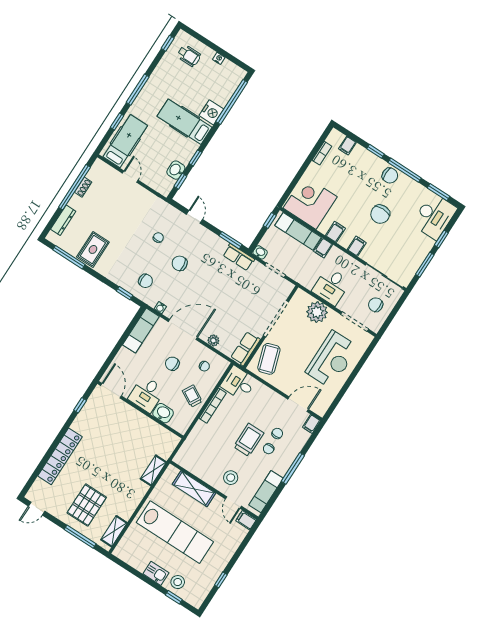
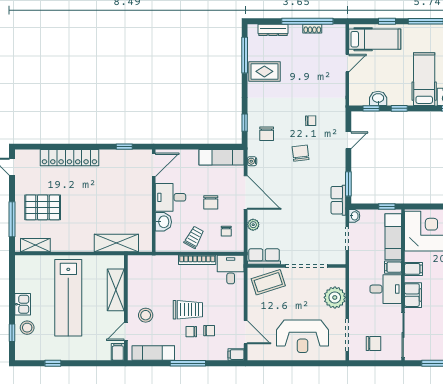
filing cabinet: (357, 246) -> (413, 295), width x2.00
desk: (331, 286) -> (386, 289), moved, turned 180
chair: (376, 305) -> (373, 344), turned 89
chair: (172, 364) -> (211, 202), turned 180
shelving: (153, 470) -> (116, 243), width x1.50, depth x1.33

